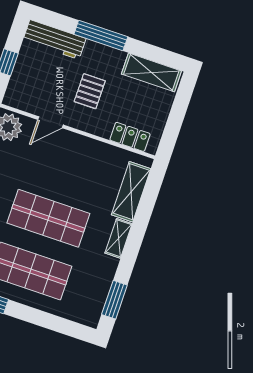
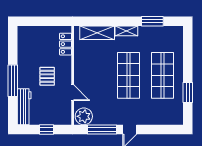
shelving: (151, 72) -> (24, 44), removed
pallet: (90, 91) -> (47, 76), turned 90
window: (114, 300) -> (152, 21), moved

